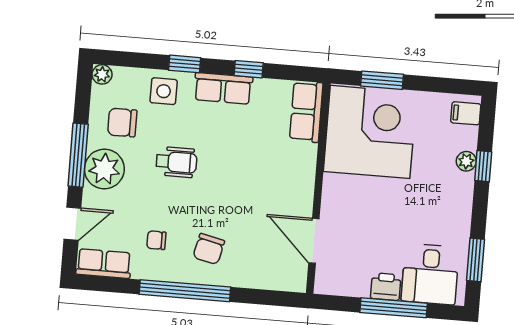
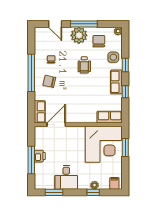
row of seats: (104, 264) -> (40, 112), moved
desk: (430, 274) -> (66, 177), moved, turned -90

